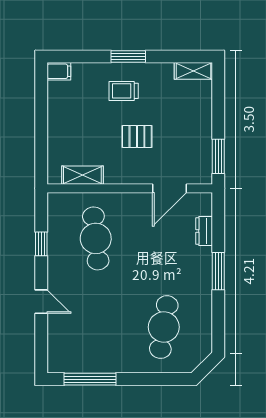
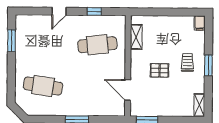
pallet: (137, 137) -> (159, 70), turned 90
dresser: (204, 231) -> (101, 111), removed
window: (90, 379) -> (12, 41), width x0.69

